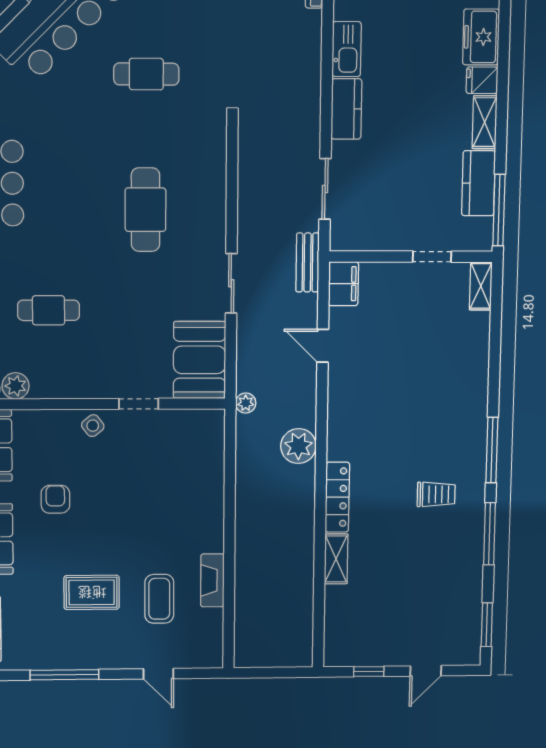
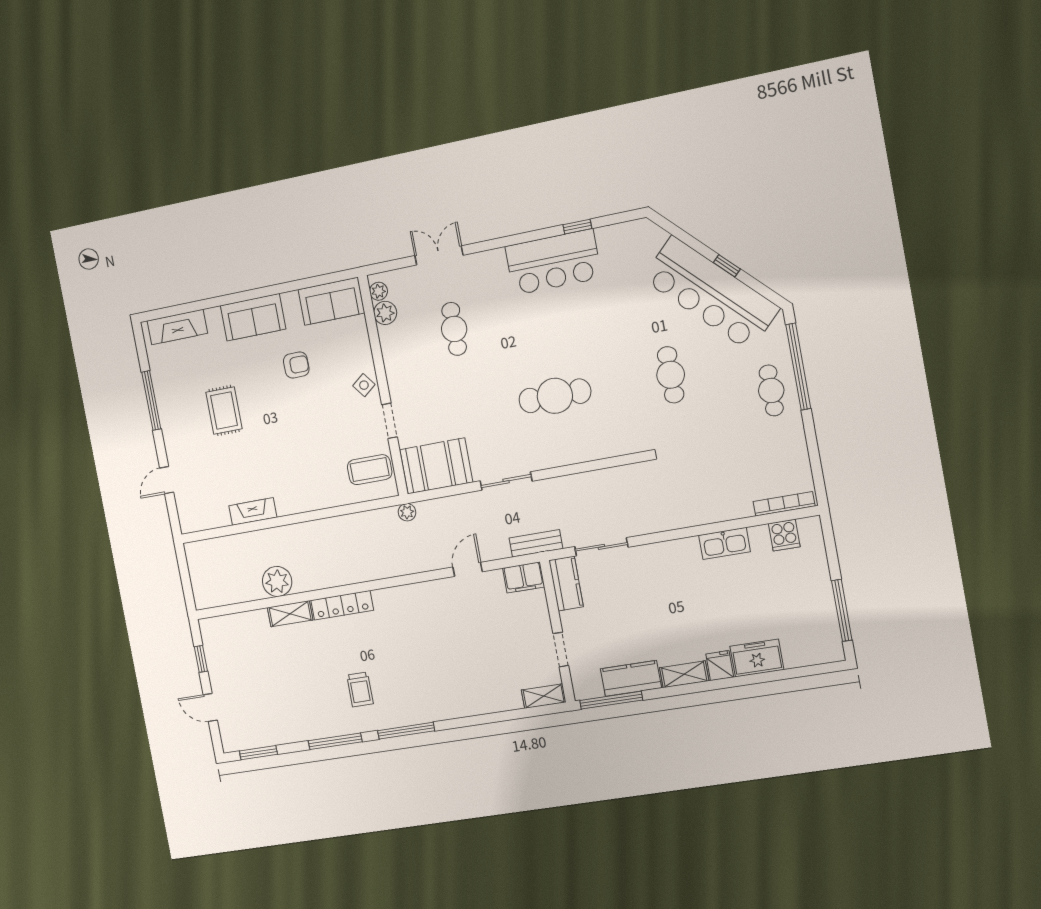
kitchen counter: (346, 109) -> (566, 584), moved, turned -90
plant: (298, 446) -> (277, 581), moved
coffee table: (159, 599) -> (370, 470), moved

